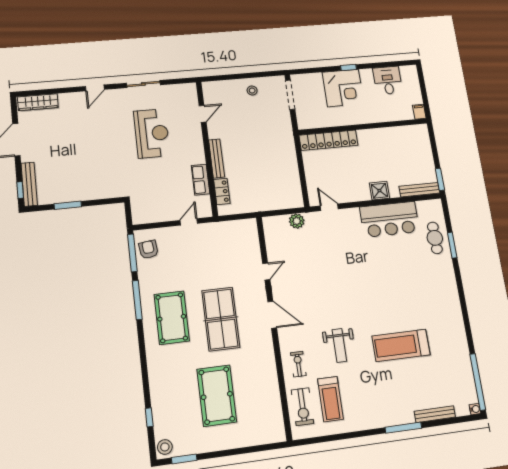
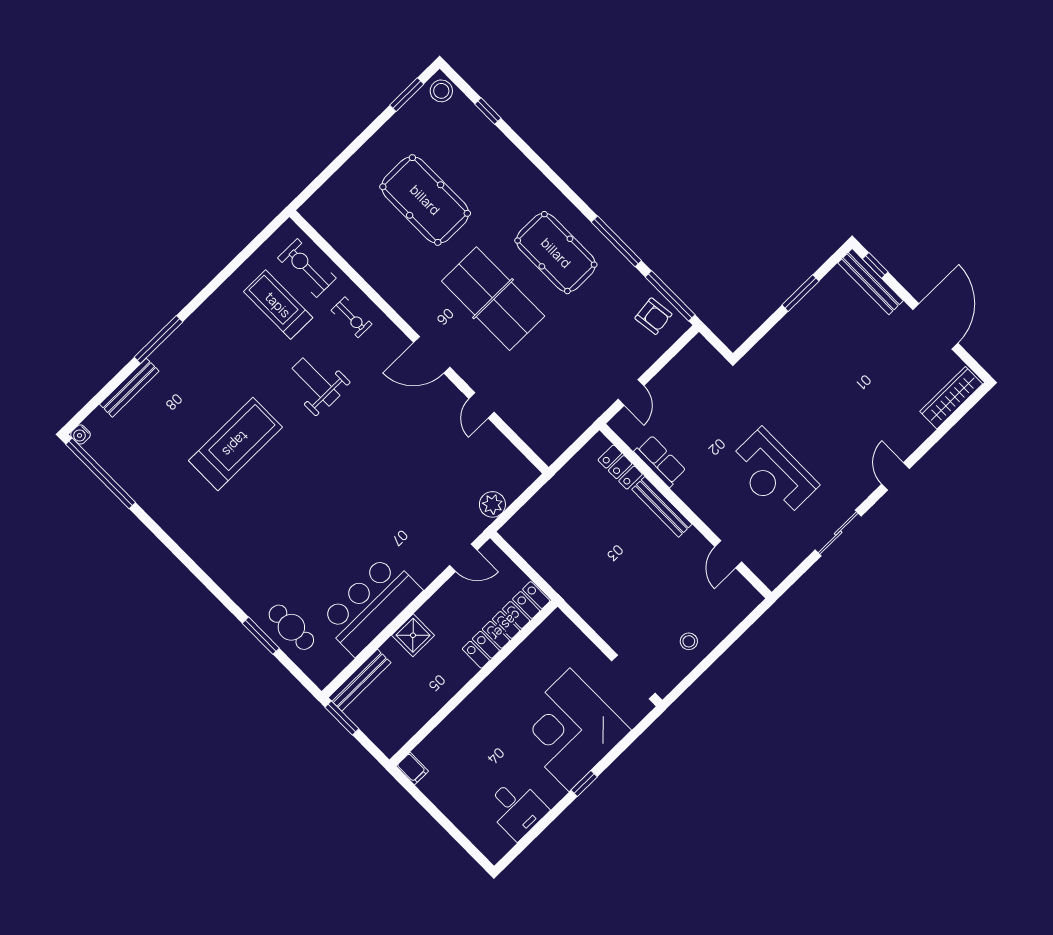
corner desk: (343, 88) -> (569, 730), width x1.36, depth x1.36
filing cabinet: (419, 112) -> (412, 769), moved
wall: (363, 127) -> (473, 683), moved
locker: (328, 140) -> (506, 625), moved

